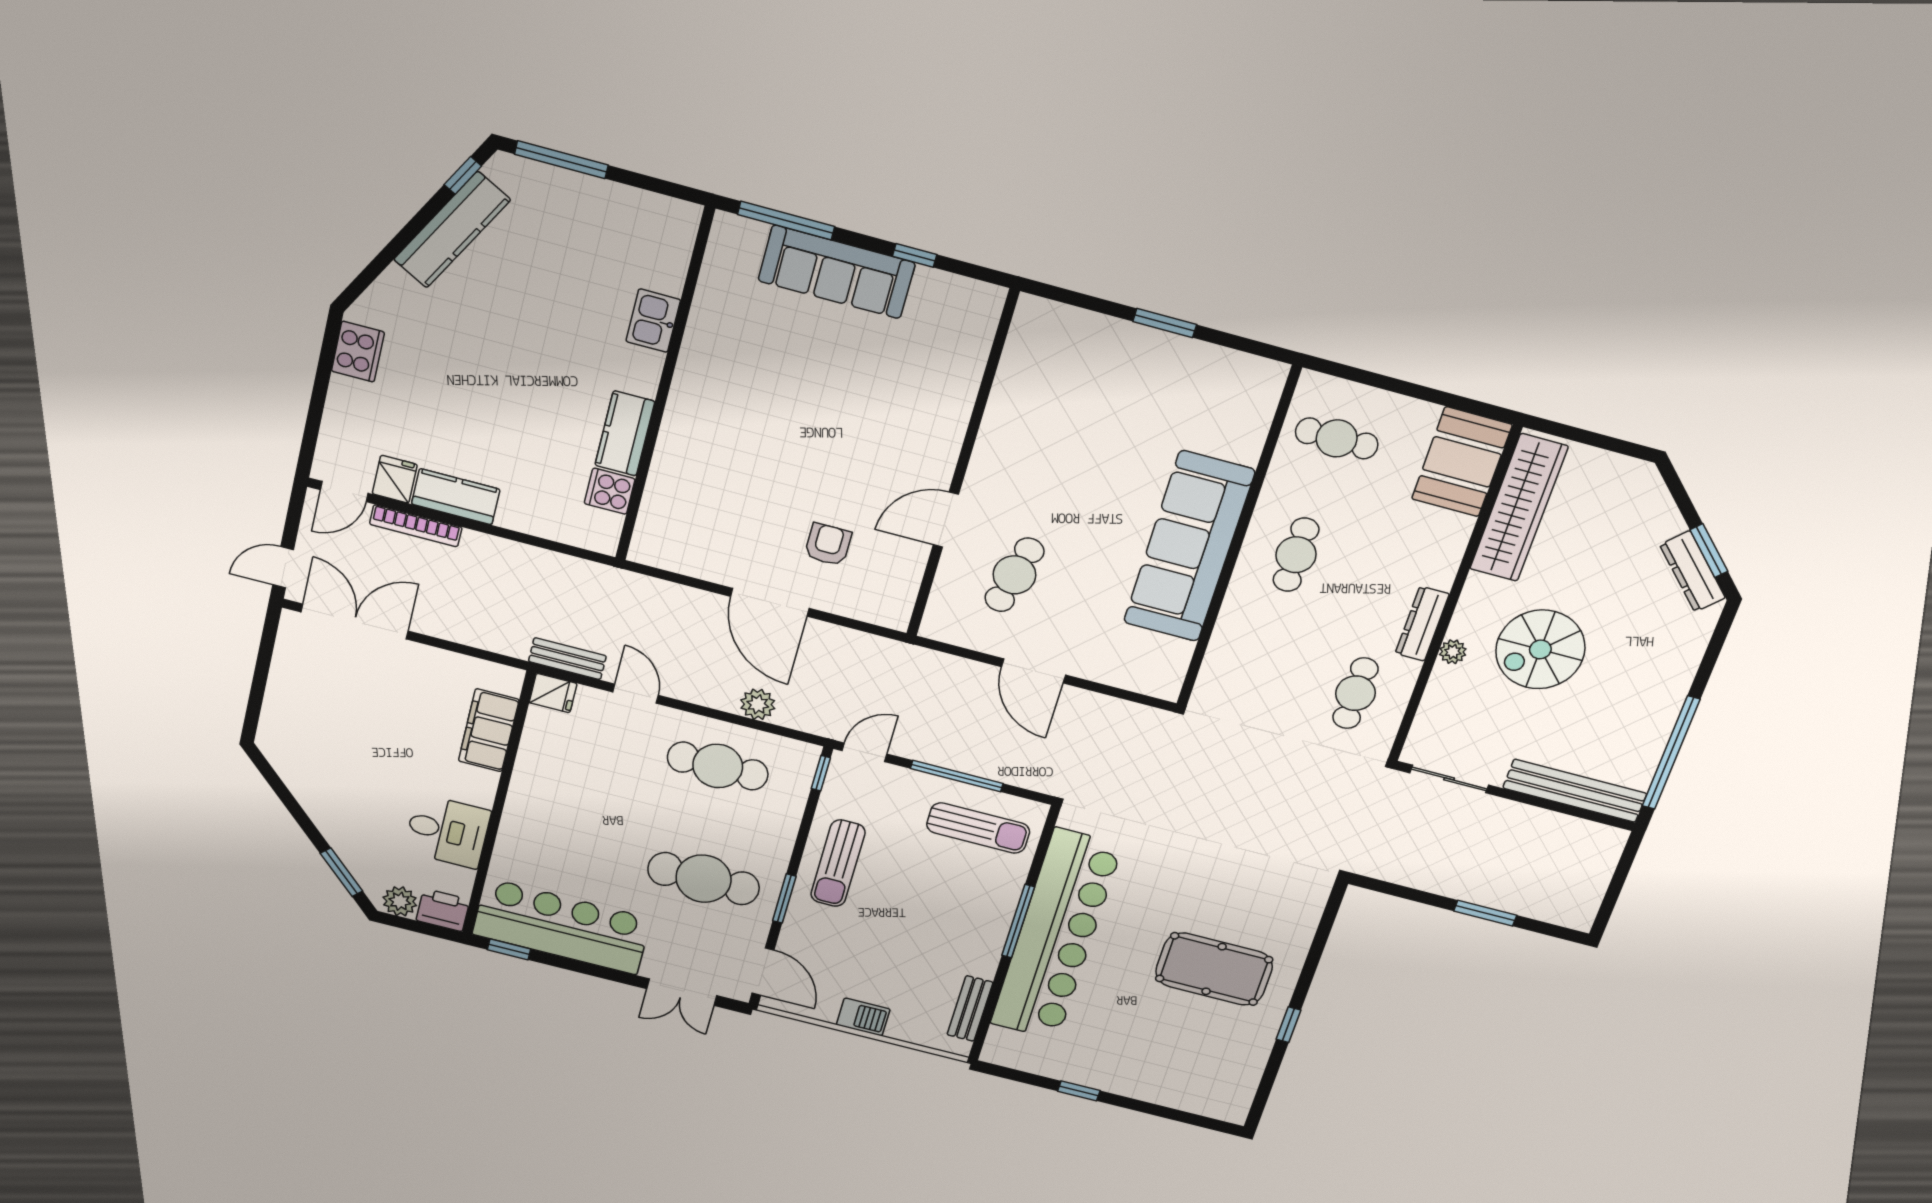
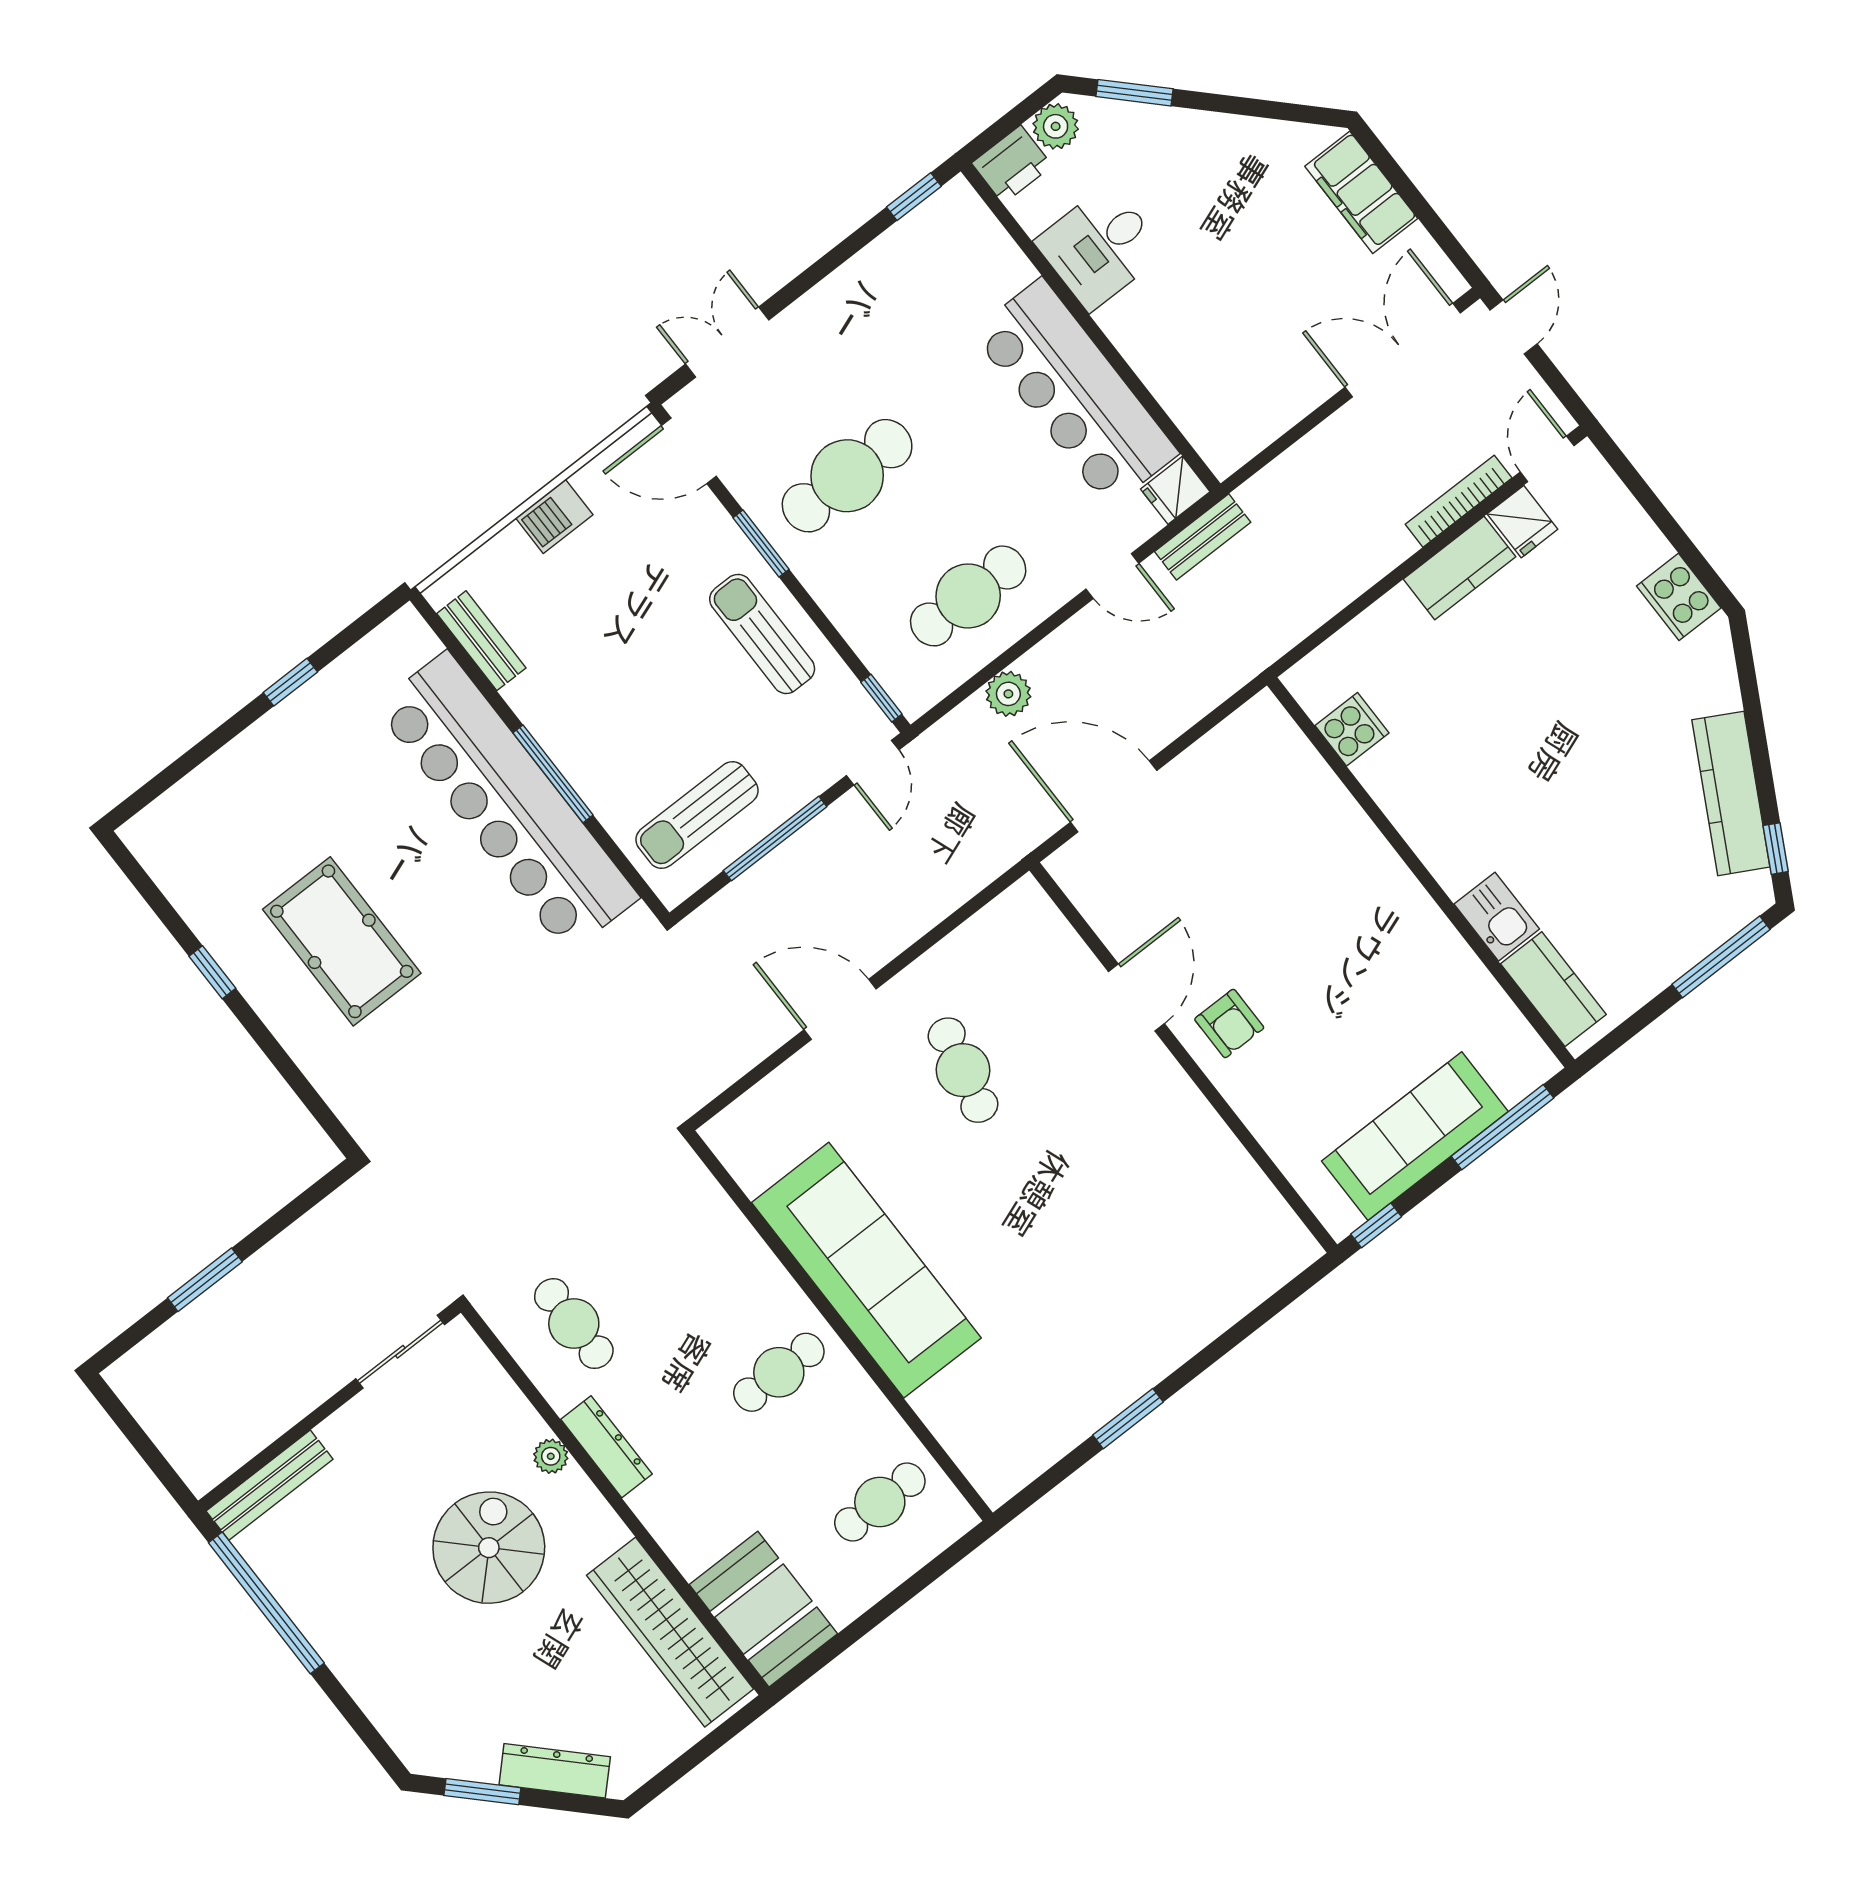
kitchen counter: (625, 433) -> (1553, 989), moved
wall: (962, 466) -> (1183, 1057), moved
door: (946, 520) -> (1137, 998), moved
armchair: (828, 544) -> (1229, 1023), moved
cafe table: (1296, 555) -> (779, 1372), turned 90
dresser: (1692, 571) -> (555, 1771), moved
double door: (355, 622) -> (1403, 350), swing flipped
filing cabinet: (489, 730) -> (1361, 192), moved, turned 180
bench: (1575, 791) -> (270, 1485), width x0.73, depth x0.82
bar counter: (562, 926) -> (1075, 393), moved, turned 90
pool table: (1214, 969) -> (342, 941), turned 90

